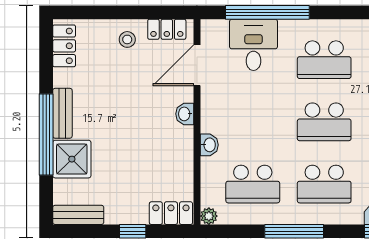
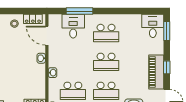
window: (267, 12) -> (80, 11), width x0.68
door: (197, 65) -> (47, 36), hinge flipped

